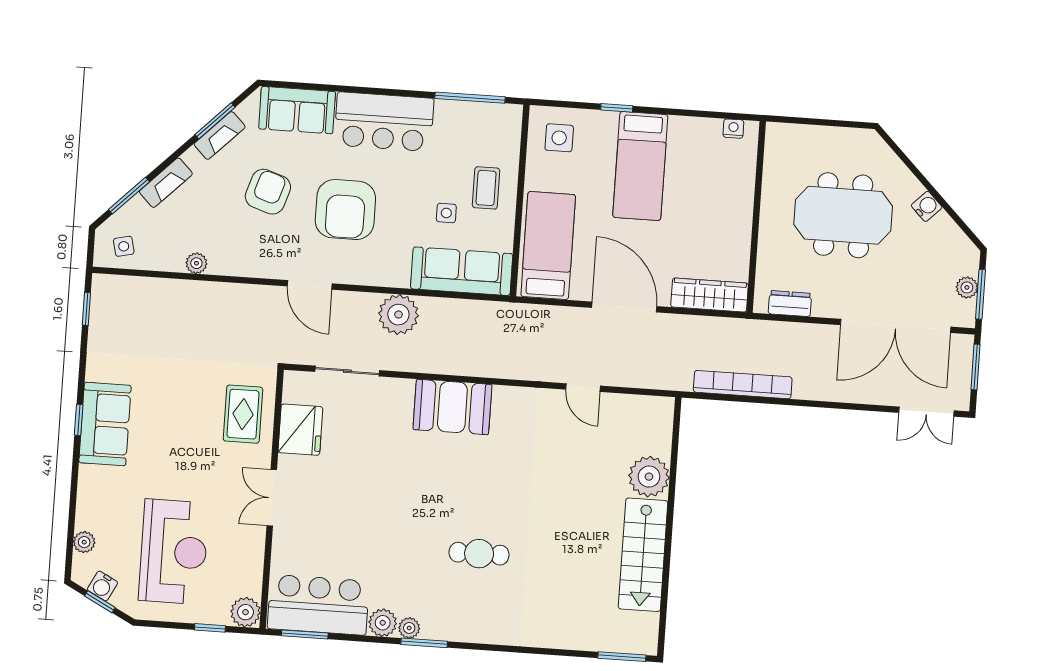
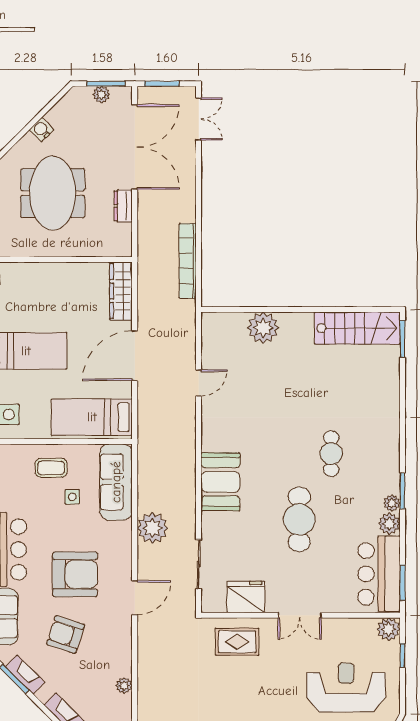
dresser: (790, 304) -> (123, 206), moved
cafe table: (396, 506) -> (299, 519), added
stairs: (643, 555) -> (357, 328), moved

